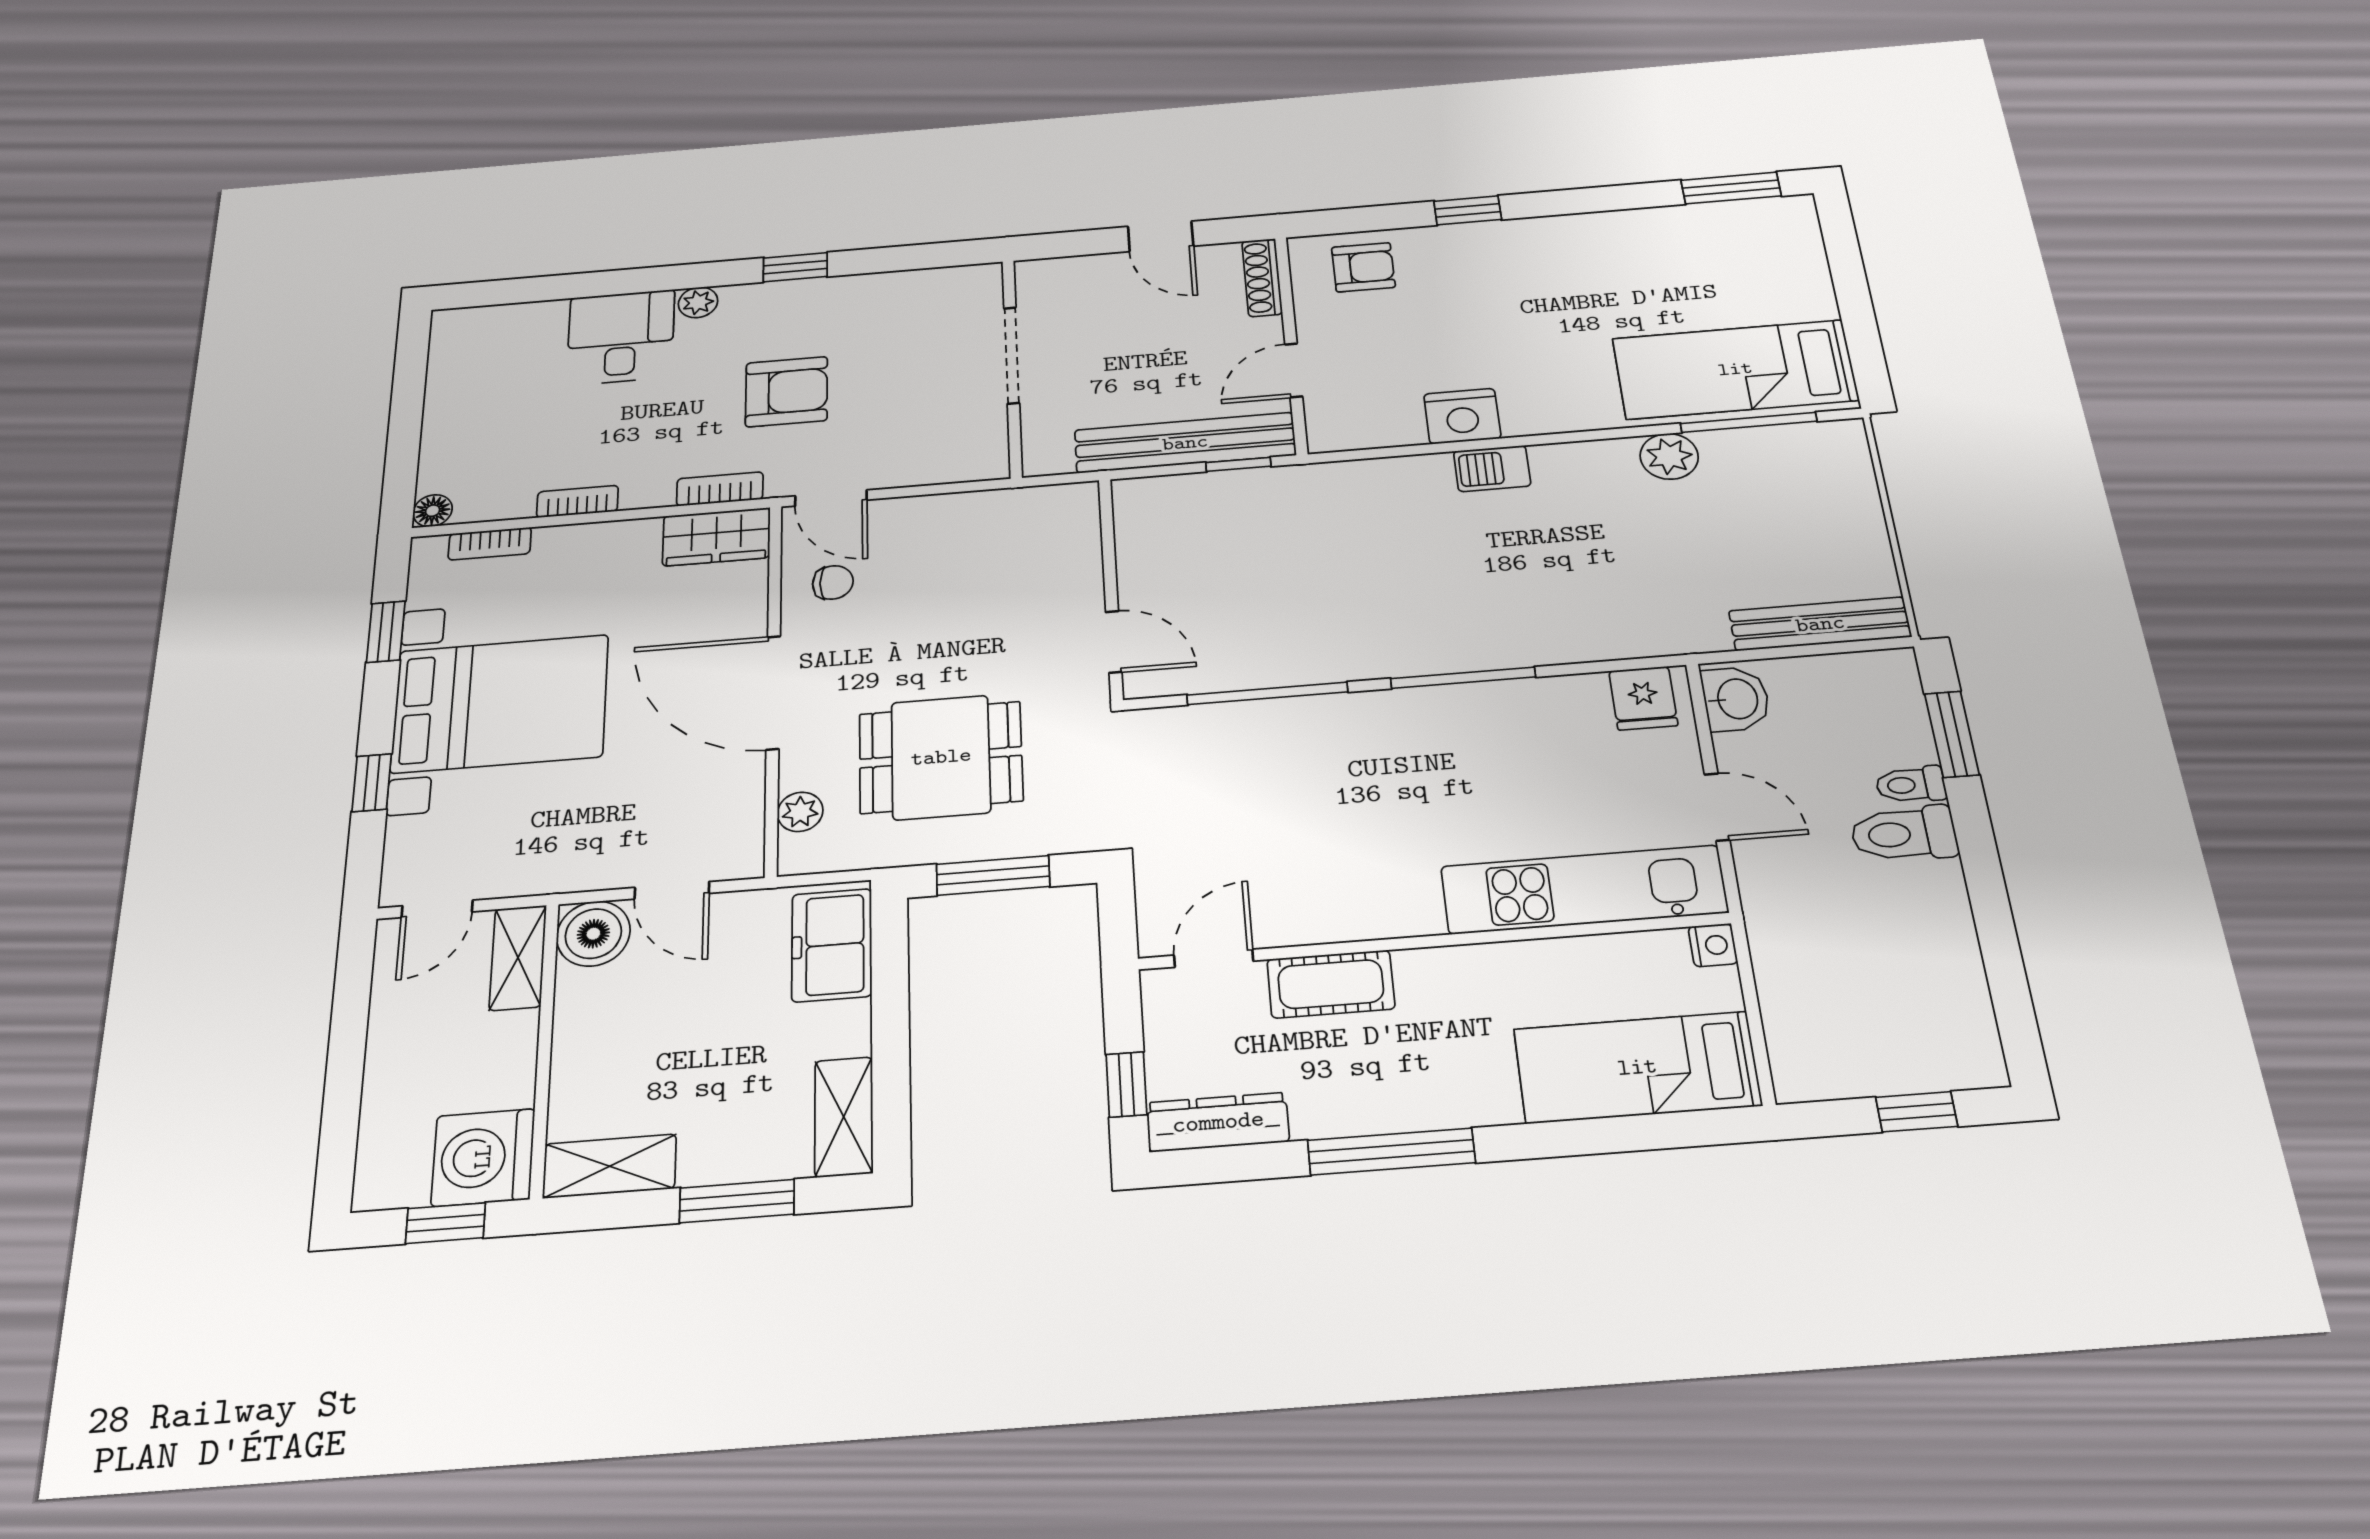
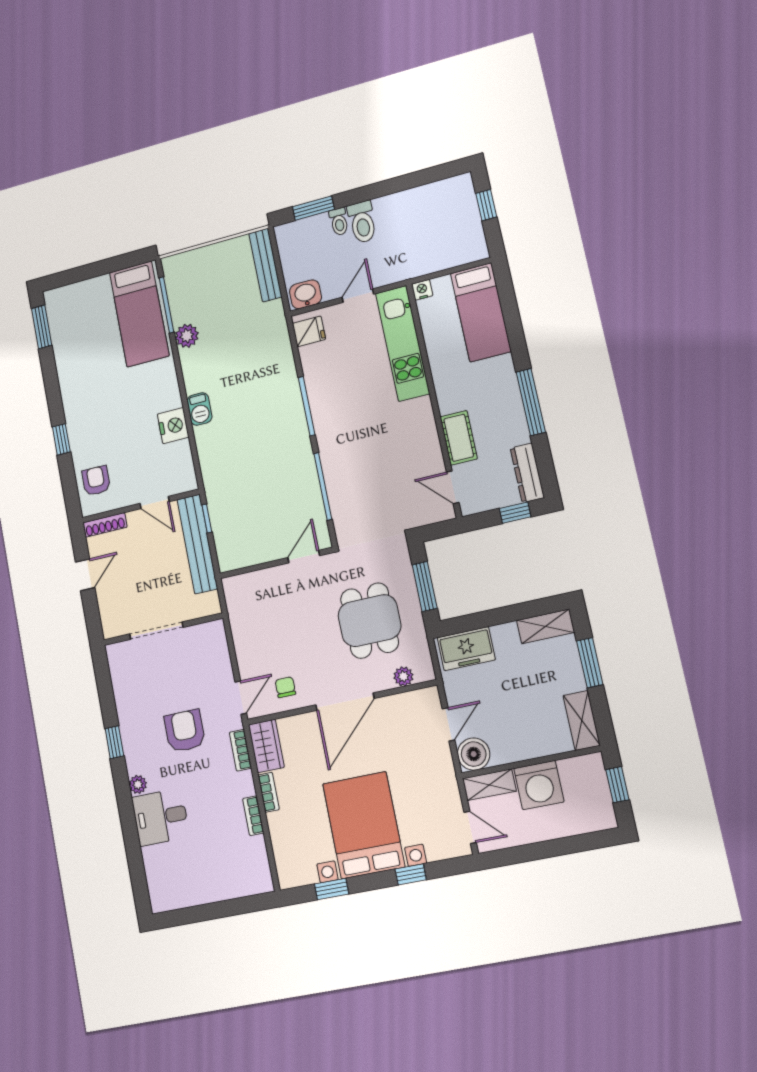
floor lamp: (433, 511) -> (264, 884), removed
bookcase: (490, 544) -> (269, 792), moved
washing machine: (483, 1157) -> (539, 785), moved

